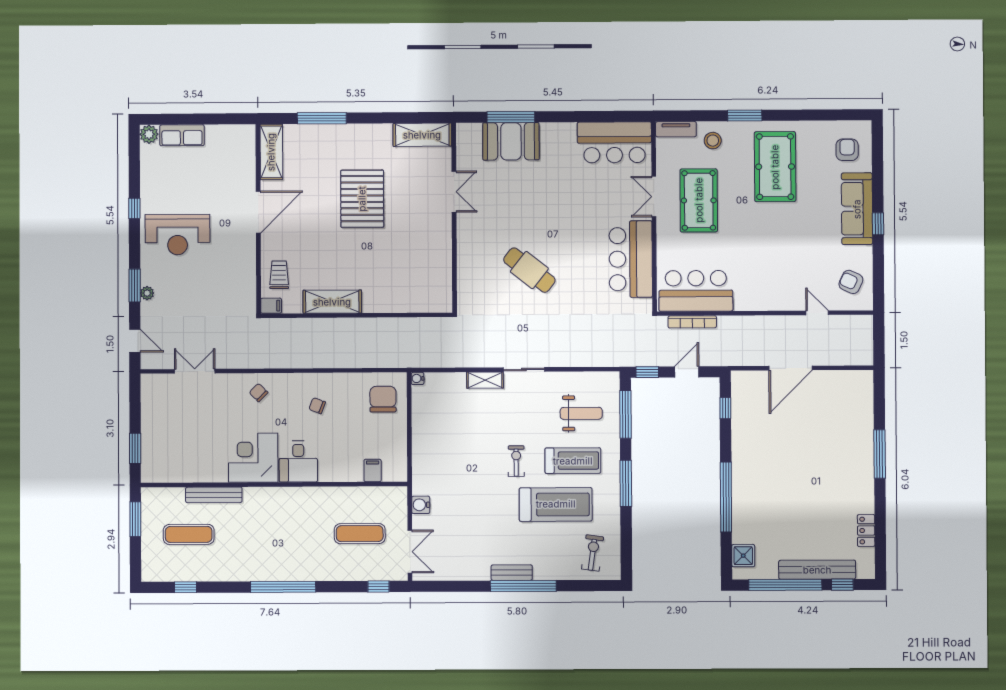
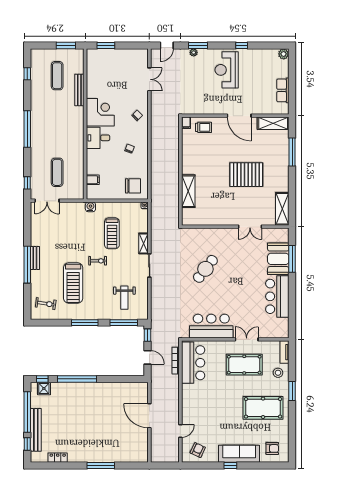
row of seats: (182, 135) -> (283, 90), moved
bar counter: (614, 142) -> (277, 296), moved
shelving: (332, 302) -> (188, 191), moved
window: (725, 408) -> (42, 379), moved
treadmill: (573, 461) -> (112, 233), moved
water cooler: (421, 505) -> (90, 207), moved

